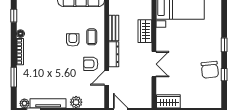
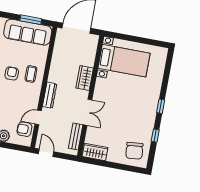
bench: (114, 28) -> (76, 137), moved
armchair: (91, 64) -> (24, 129), moved
chair: (210, 70) -> (134, 151), moved

